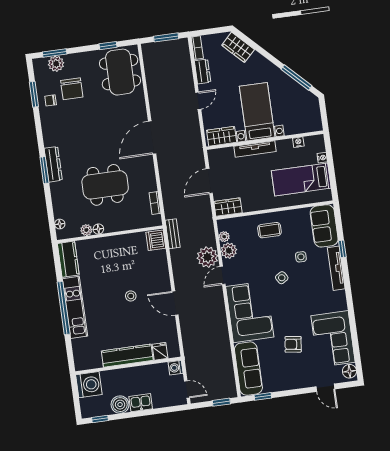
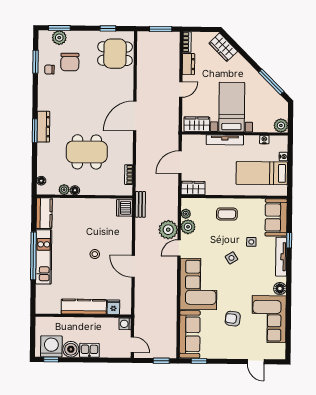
dining table: (120, 72) -> (115, 54), width x0.73
plant: (314, 124) -> (281, 125), added
floor lamp: (349, 371) -> (280, 289), moved
washing machine: (89, 385) -> (51, 346), moved, turned -90

